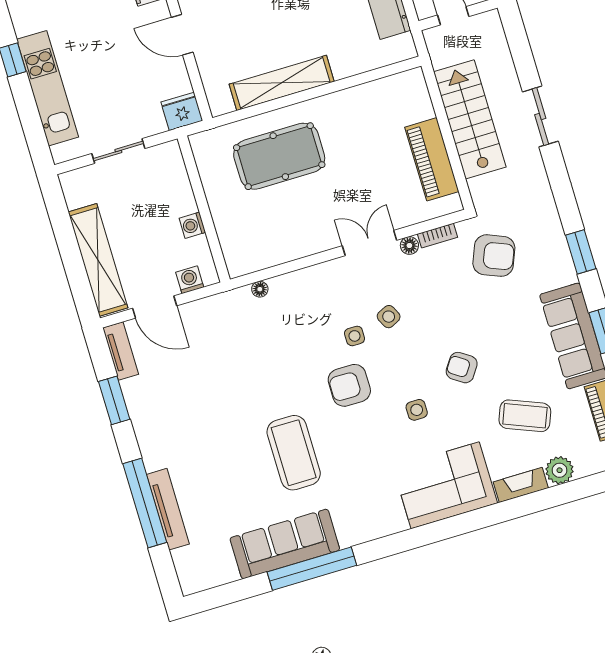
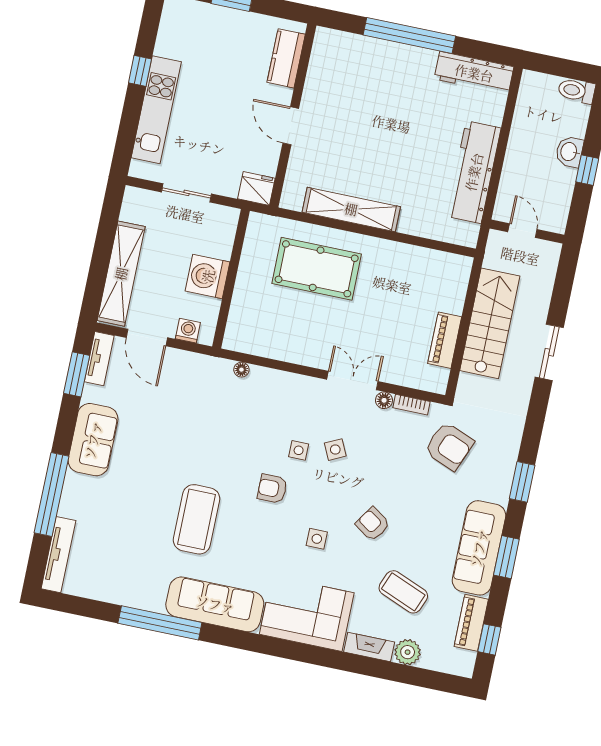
piano: (432, 159) -> (445, 340), width x0.73, depth x0.75
washing machine: (192, 225) -> (208, 276), width x1.89, depth x1.89
armchair: (349, 385) -> (272, 489), width x0.72, depth x0.72
window: (114, 400) -> (77, 374), moved
sofa: (156, 430) -> (93, 440), added
tv unit: (168, 509) -> (58, 555), moved
sofa: (285, 544) -> (215, 604), moved

